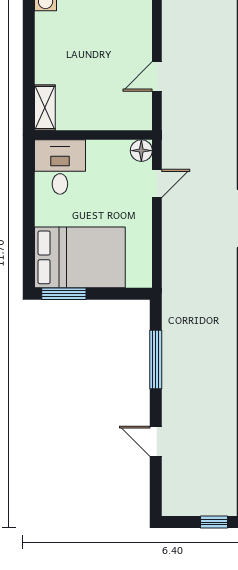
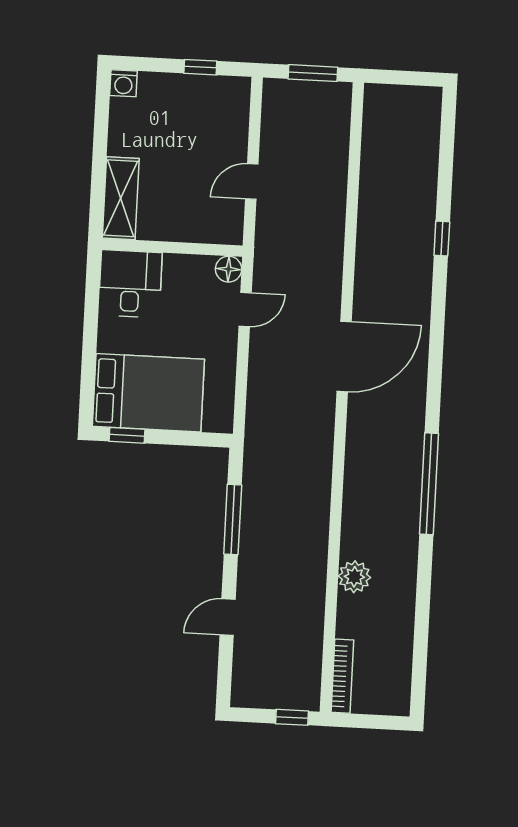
shelving: (45, 108) -> (121, 198), width x1.50, depth x1.33
window: (64, 294) -> (127, 435), width x0.67
door: (156, 441) -> (228, 617), hinge flipped

